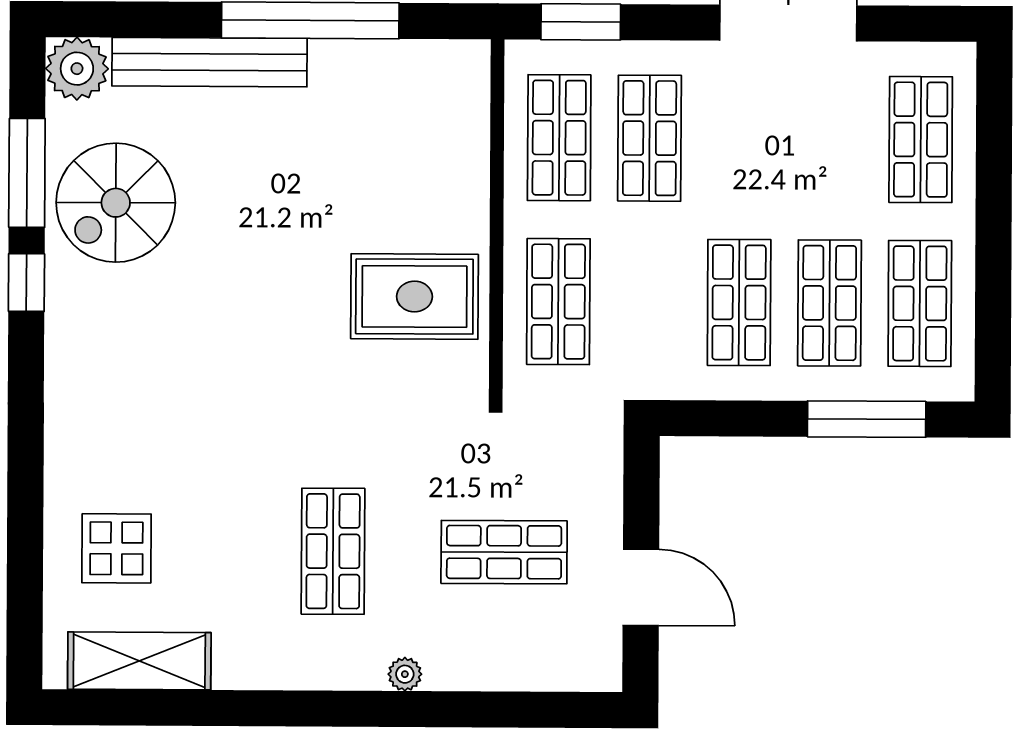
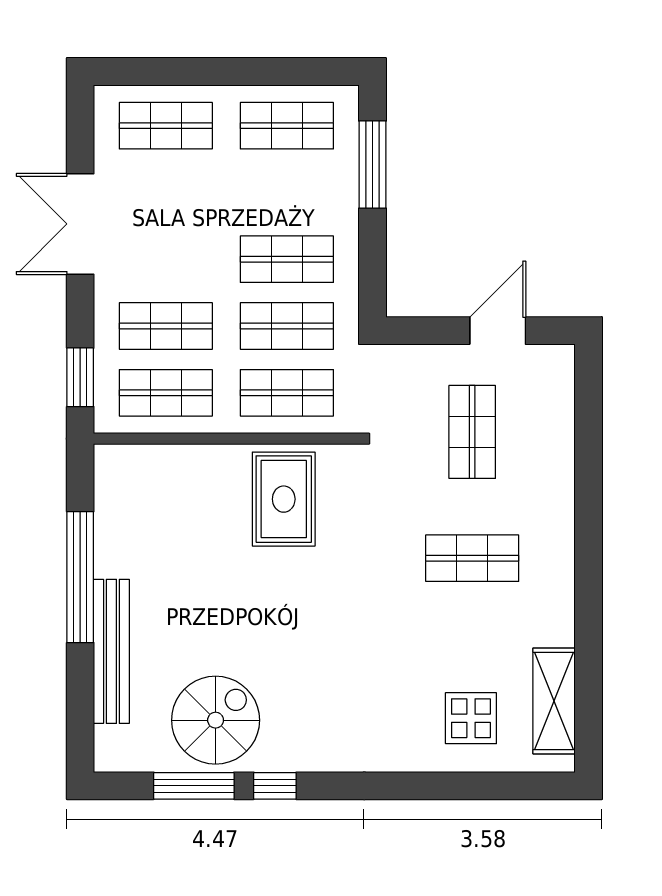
plant: (77, 69) -> (117, 749), removed
spiral stairs: (116, 203) -> (216, 720), turned -90
shop shelf: (829, 303) -> (287, 326), moved
plant: (405, 674) -> (563, 505), removed

